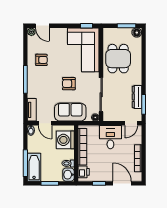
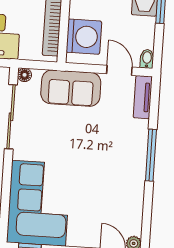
armchair: (41, 60) -> (118, 189), removed
armchair: (69, 84) -> (70, 142), removed

